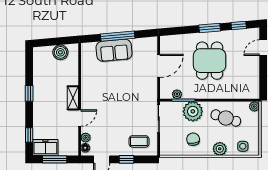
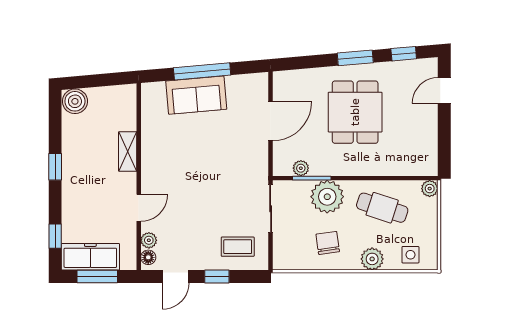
boiler: (60, 52) -> (75, 101), moved
shelving: (73, 98) -> (128, 151), moved
freezer: (45, 147) -> (90, 257), width x1.40

